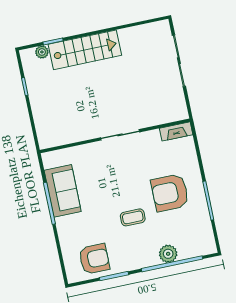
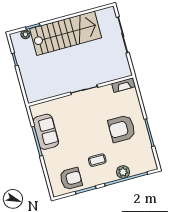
stairs: (85, 50) -> (66, 33), width x1.36, depth x1.51
coffee table: (133, 217) -> (97, 160), moved

